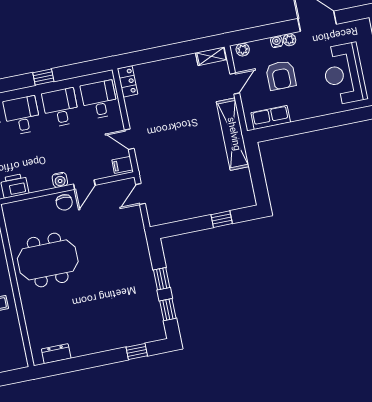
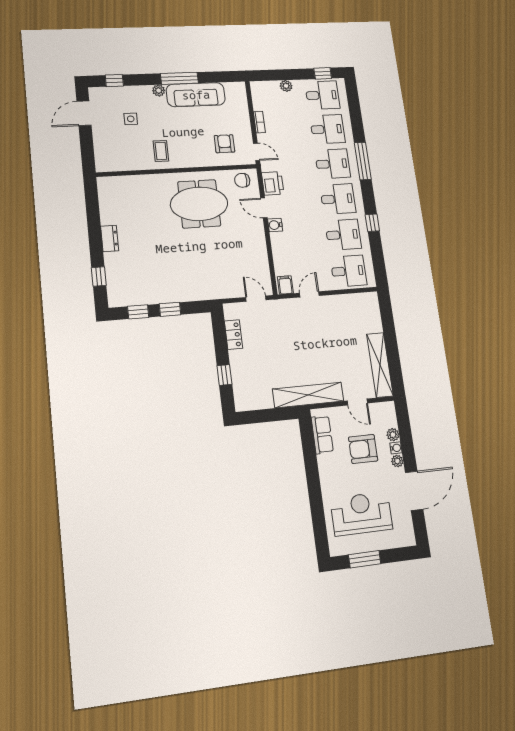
plant: (243, 50) -> (393, 435), moved
shelving: (211, 56) -> (380, 365), width x2.20, depth x1.33
locker: (127, 81) -> (234, 335), moved, turned -90
door: (84, 185) -> (264, 208), moved
chair: (64, 202) -> (242, 180), moved
meeting table: (48, 260) -> (199, 204), turned 90
dresser: (56, 354) -> (110, 238), moved

